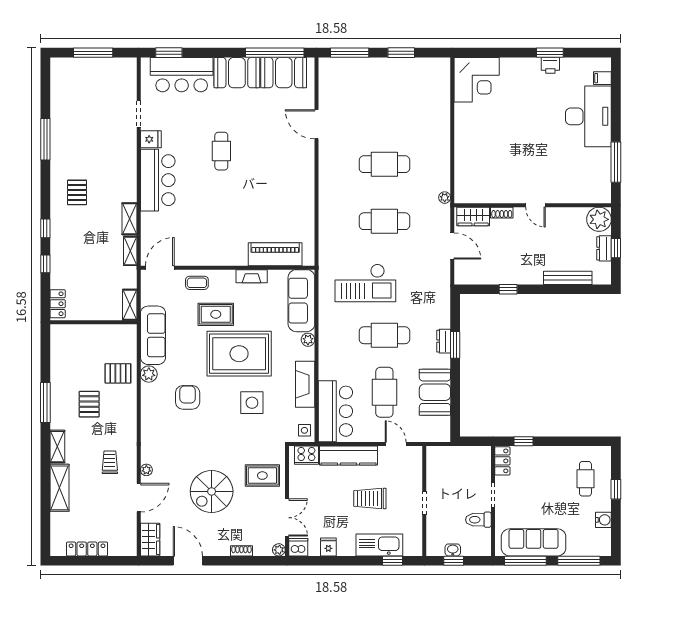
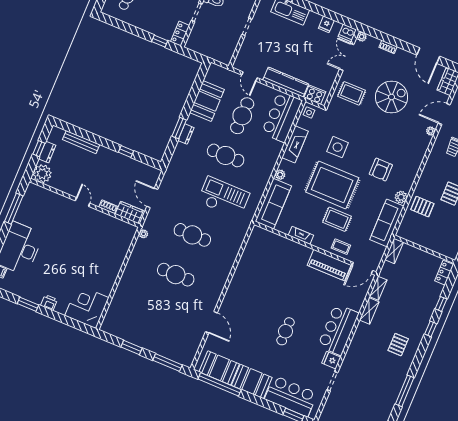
printer: (550, 65) -> (49, 303), moved
piano: (275, 254) -> (329, 265), moved
trolley: (370, 499) -> (283, 46), removed

